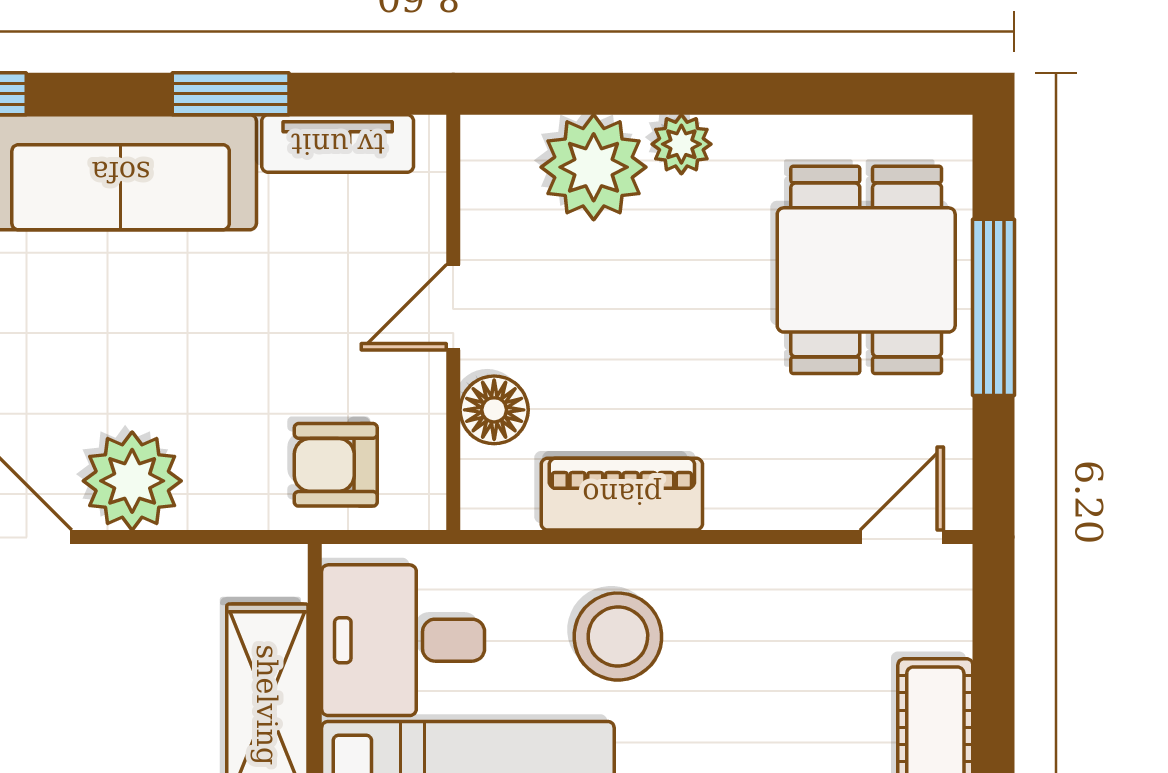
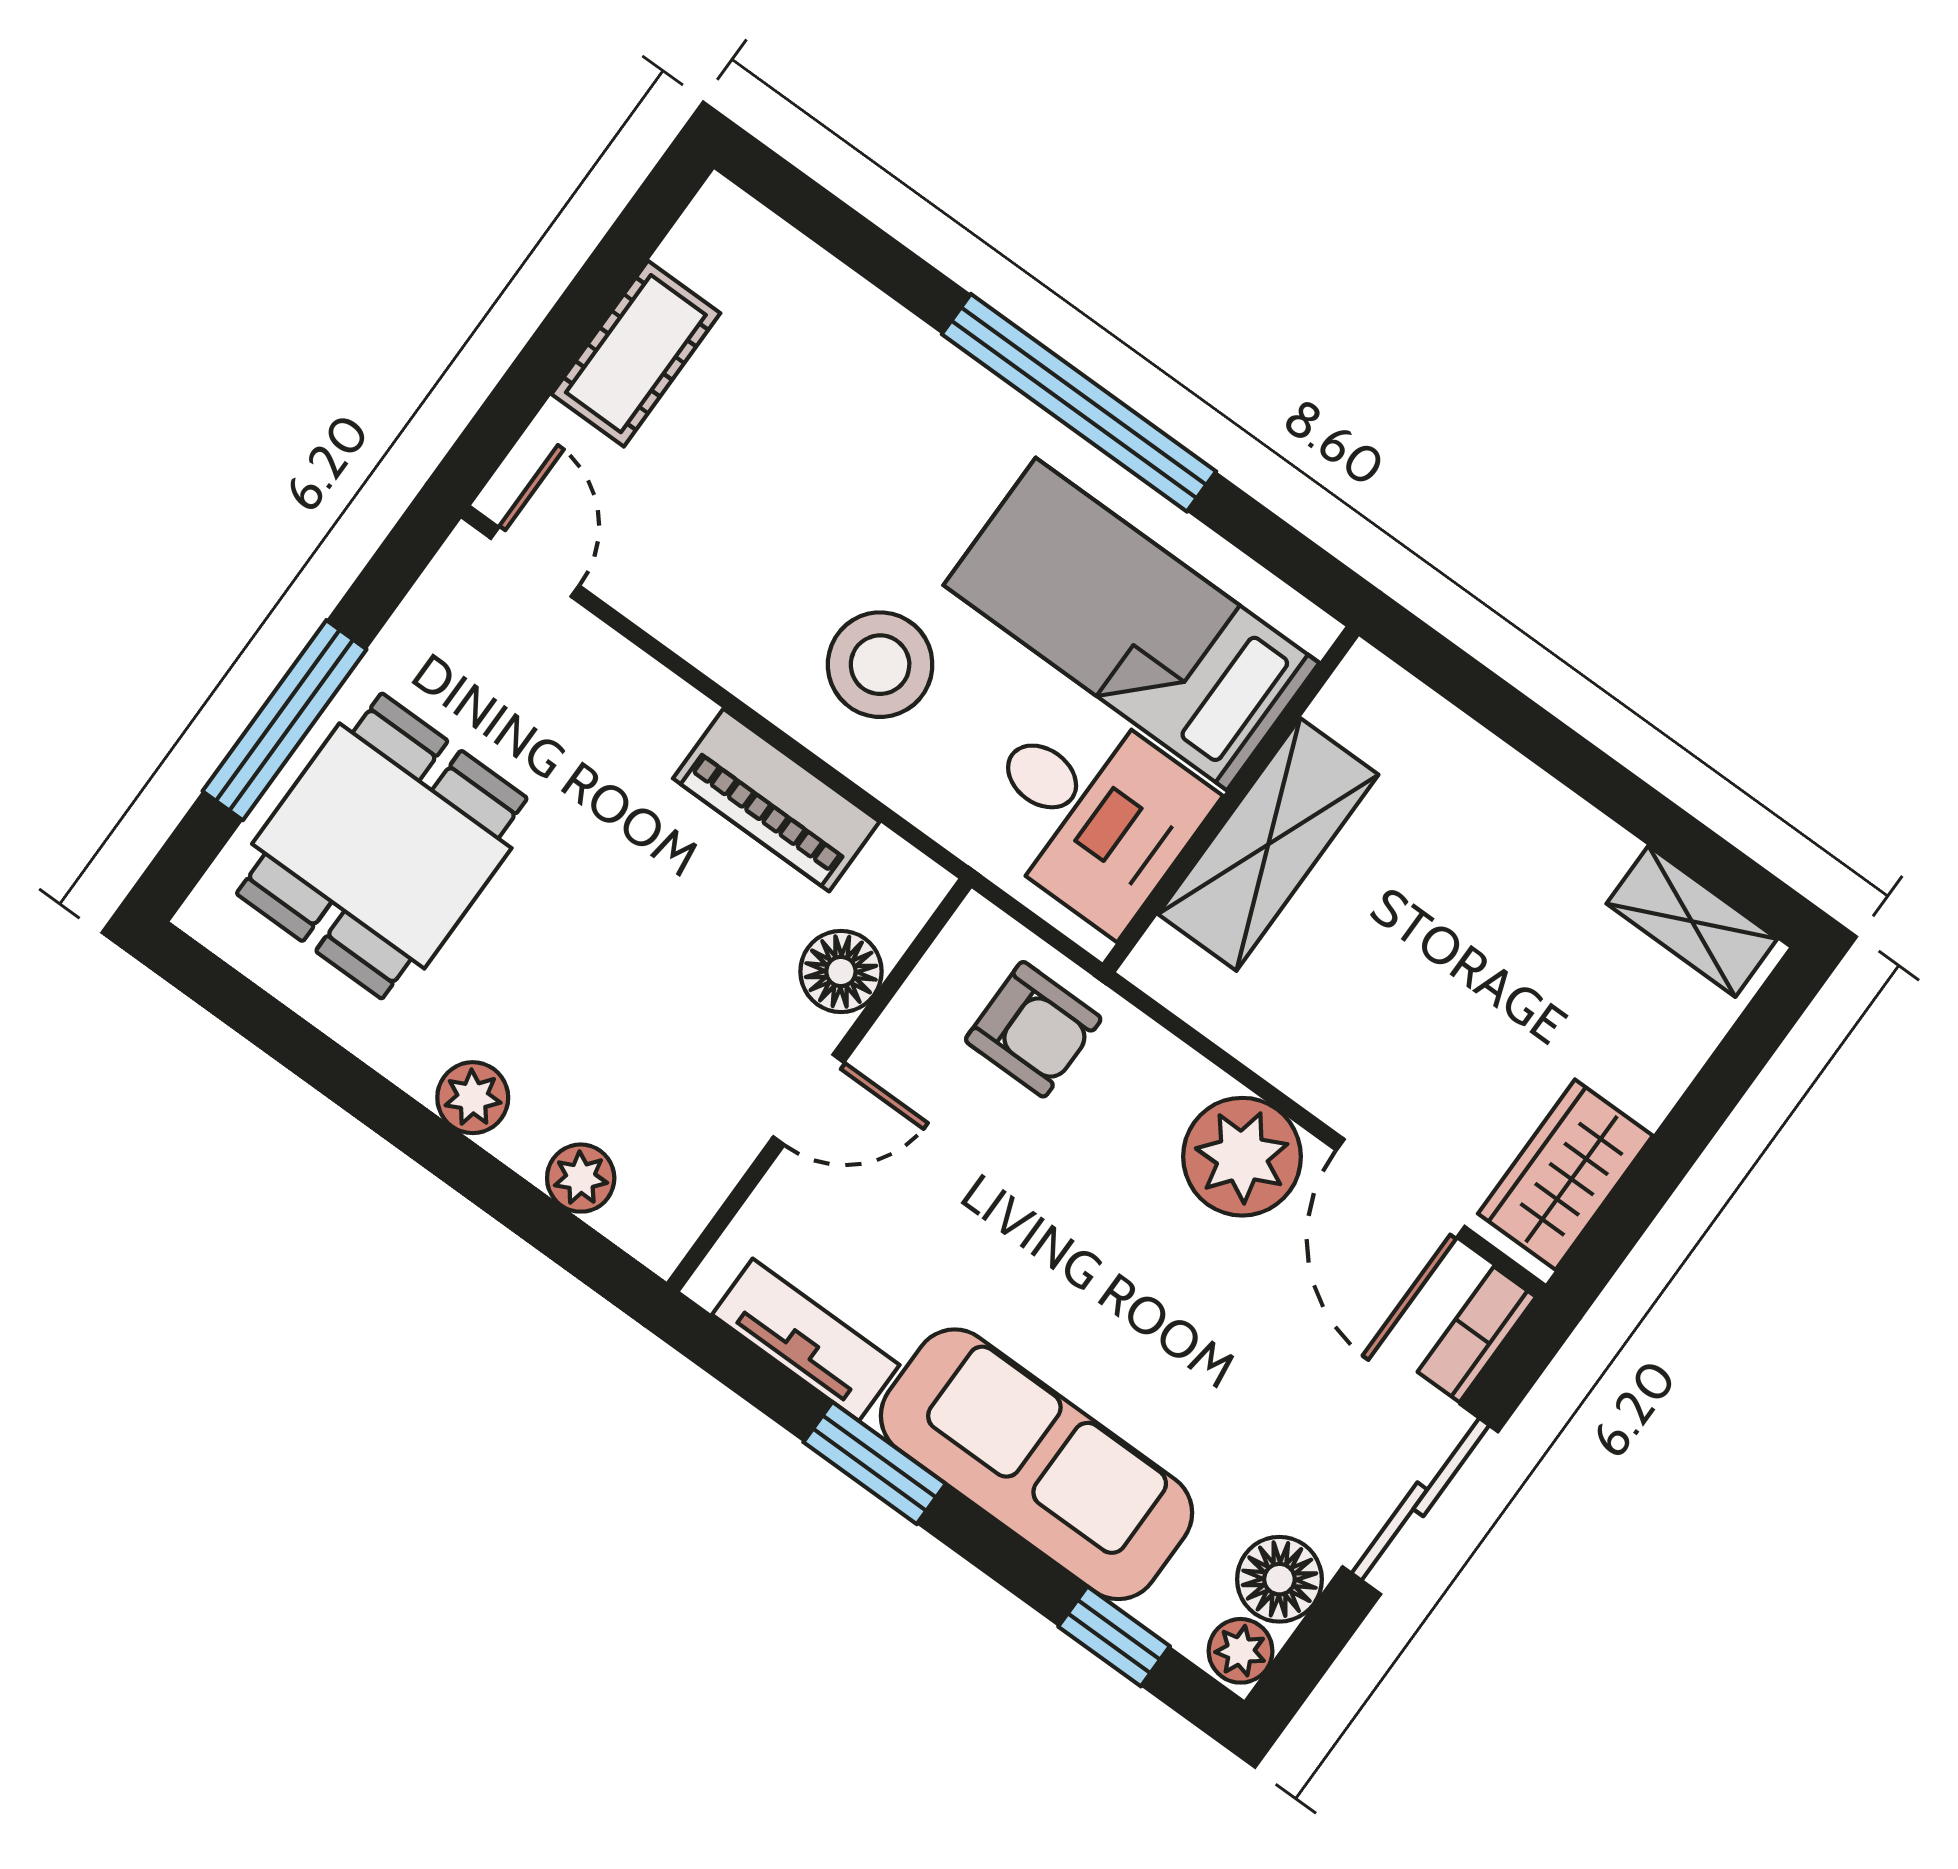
plant: (594, 167) -> (581, 1178), width x0.53, depth x0.53
door: (902, 537) -> (535, 562), swing flipped

